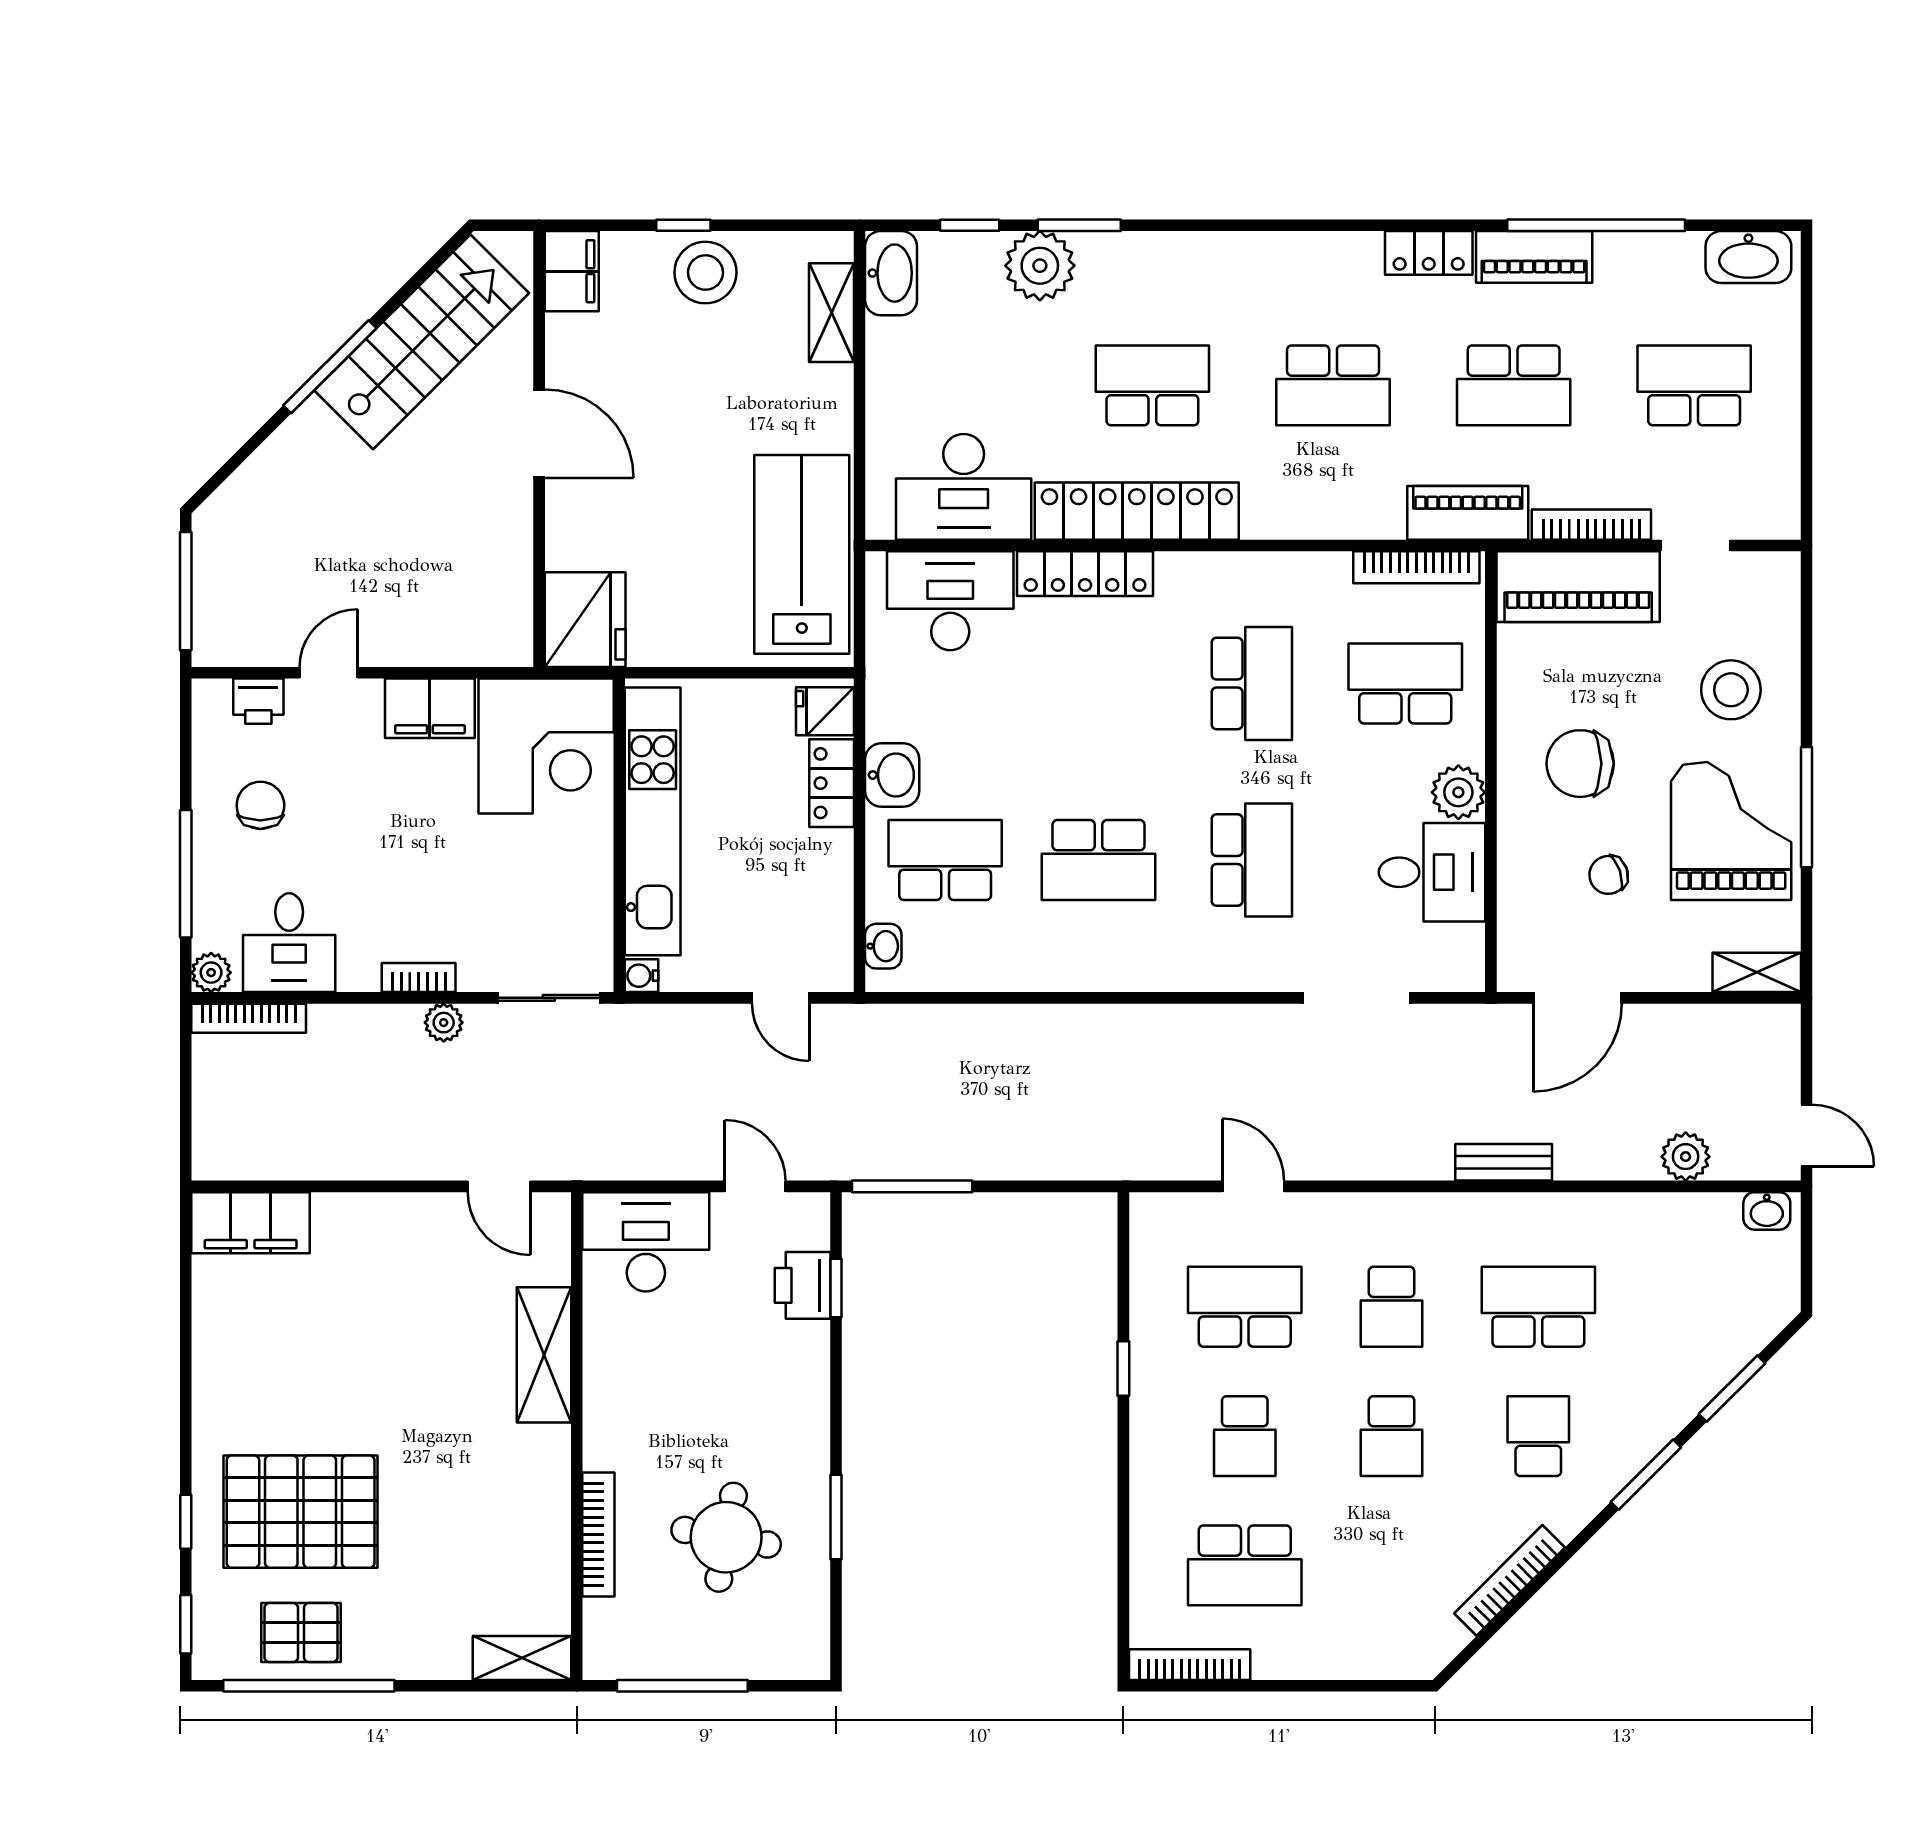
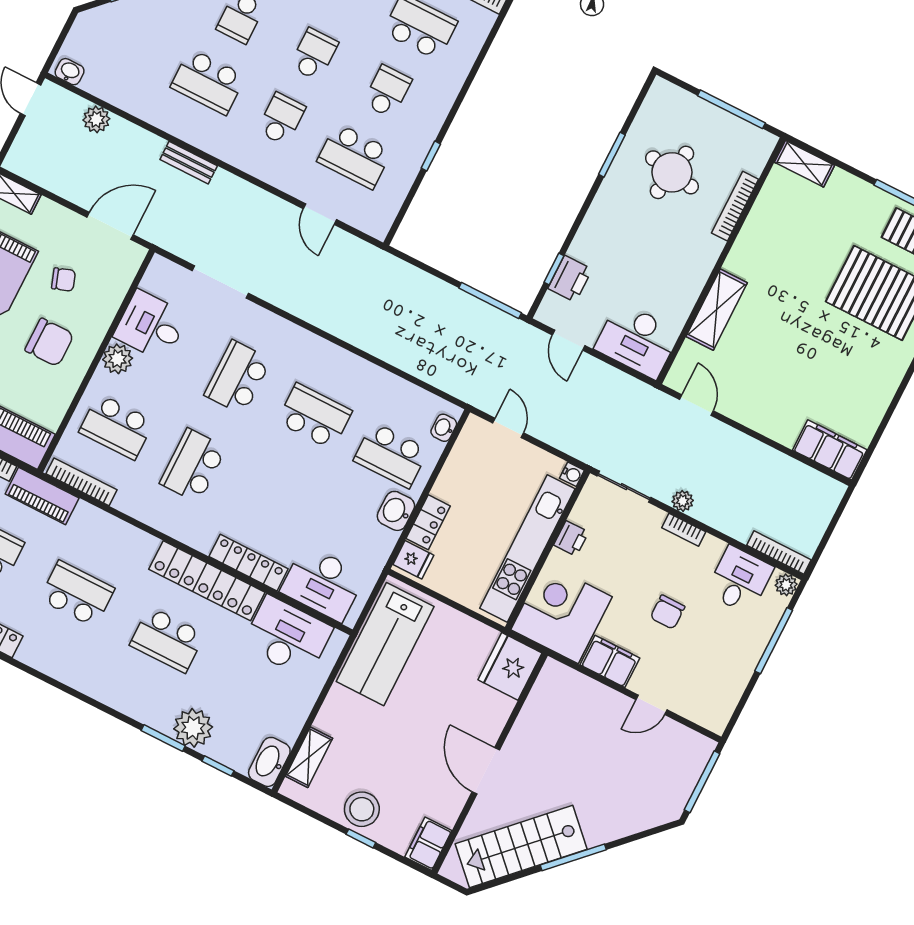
printer: (258, 701) -> (571, 538), moved, turned 90
chair: (260, 805) -> (668, 612), moved

